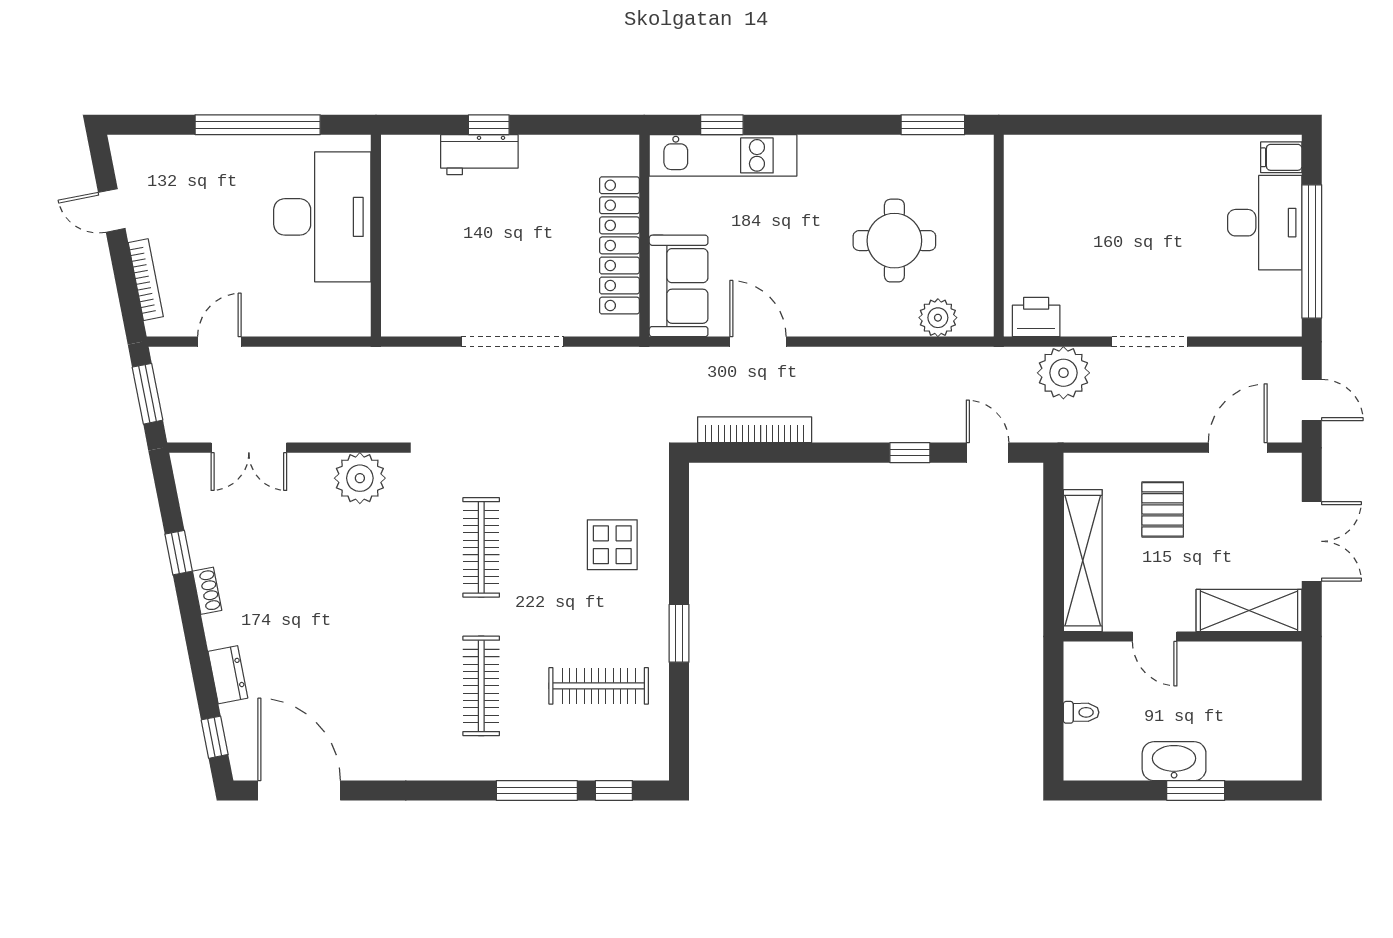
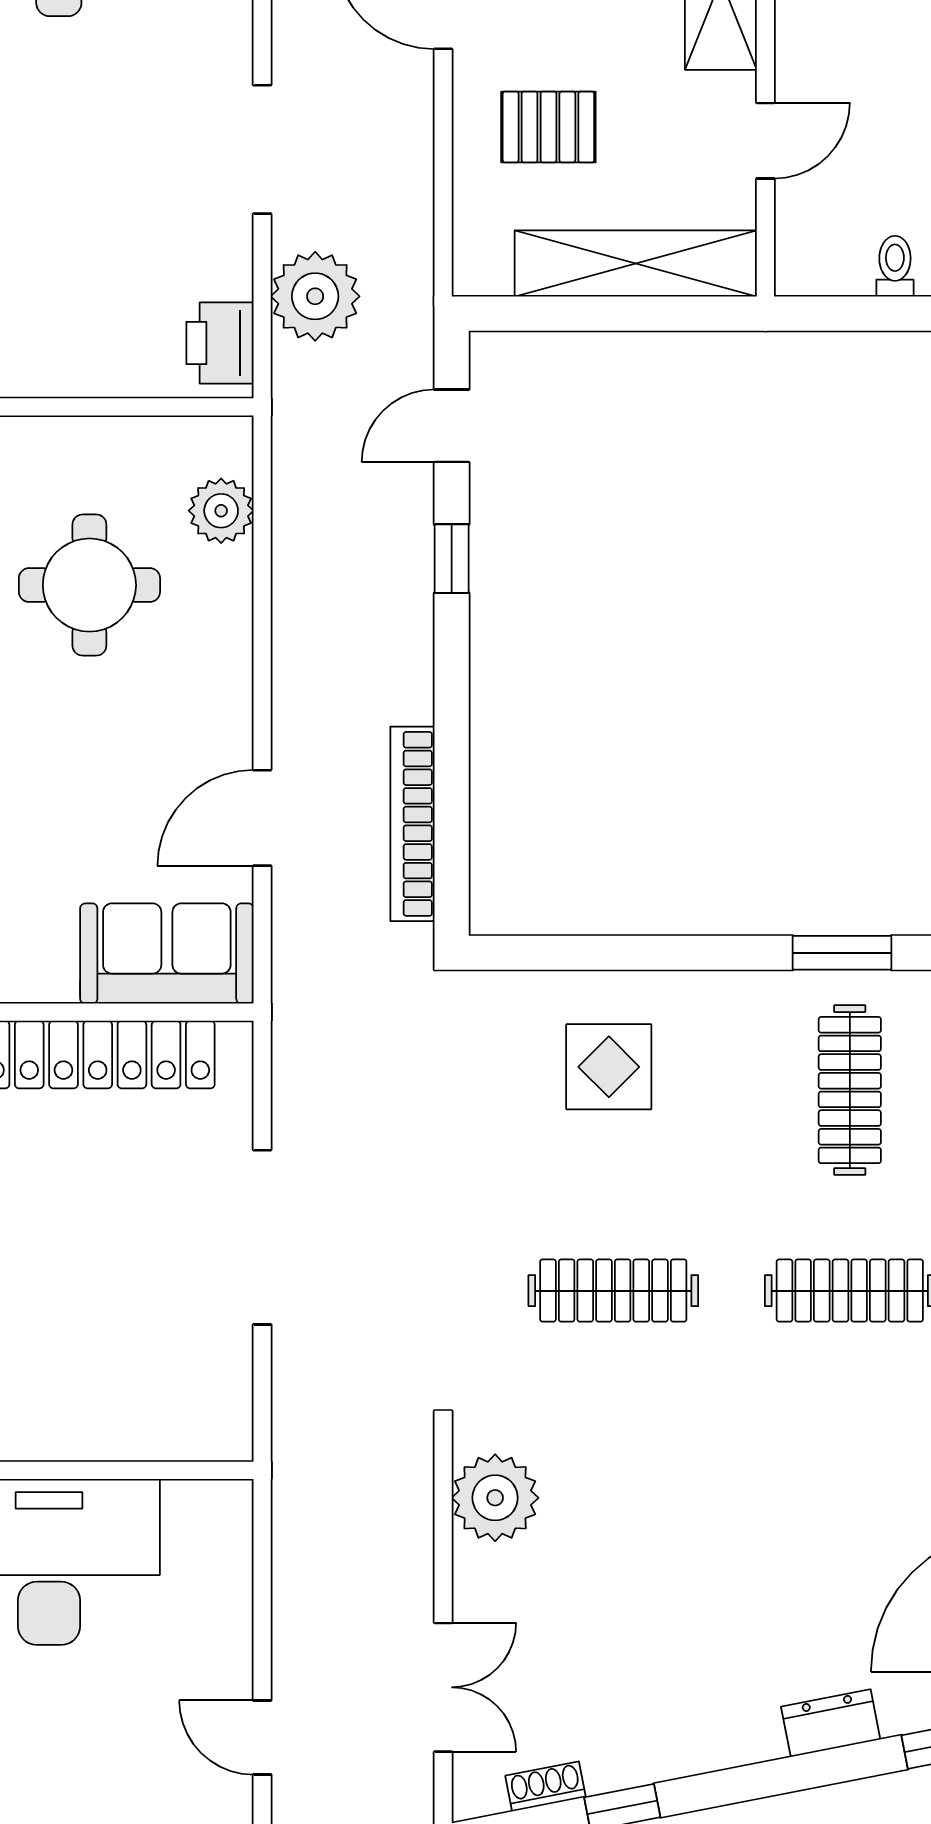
shoe rack: (207, 591) -> (546, 1786), moved
window: (679, 633) -> (842, 953), moved

